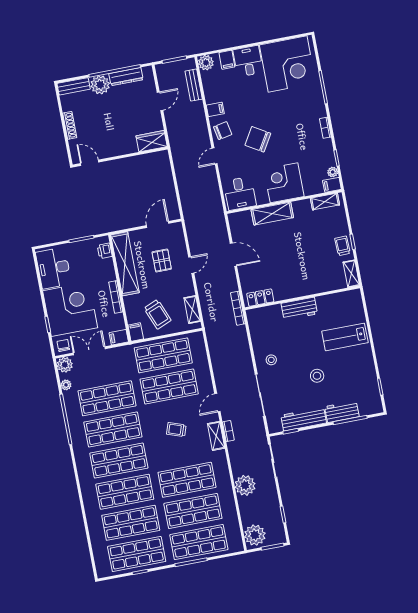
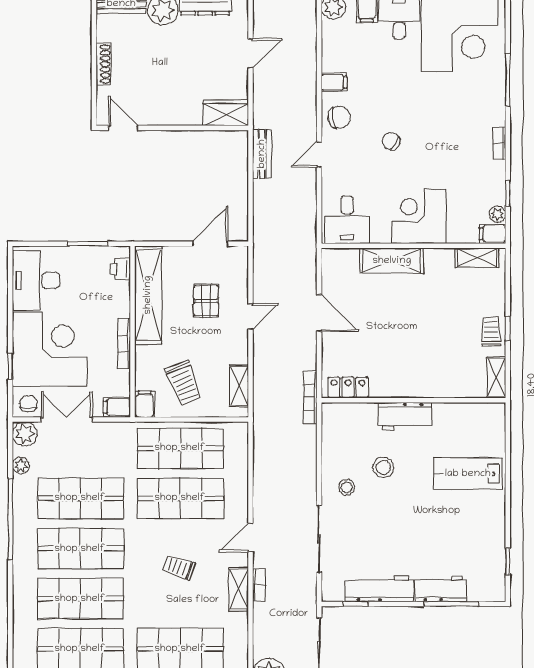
bench: (194, 85) -> (262, 154), moved
chair: (258, 139) -> (391, 141), width x0.54, depth x0.54
stool: (317, 376) -> (383, 467), moved

